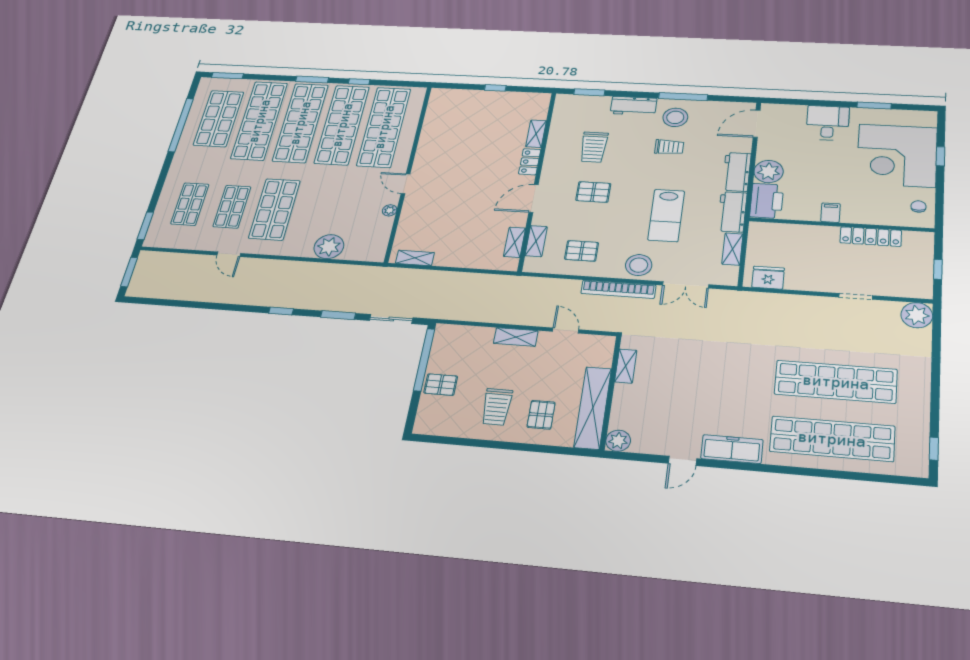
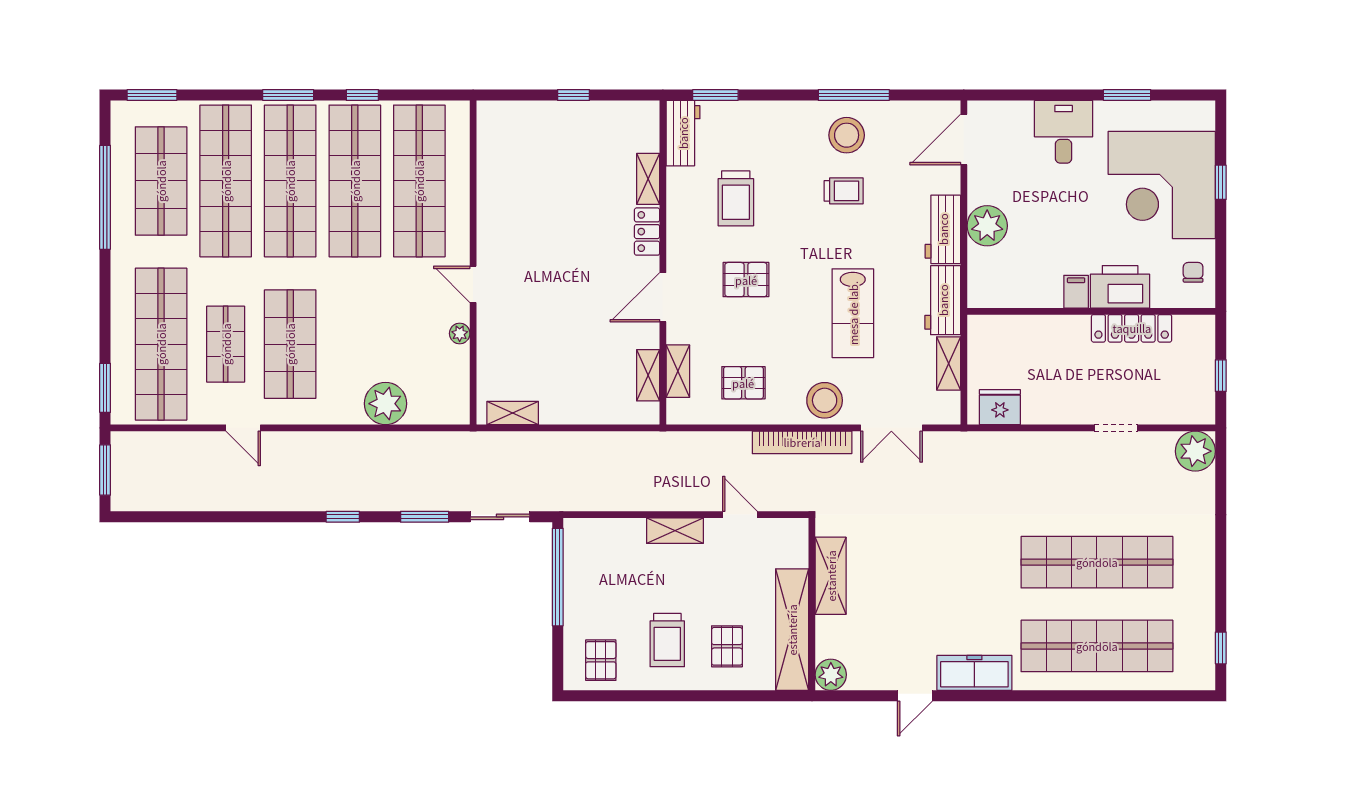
workbench: (634, 106) -> (683, 133), moved, turned -90
printer: (767, 201) -> (1120, 287), moved, turned -90
shop shelf: (190, 204) -> (161, 344), width x2.00, depth x1.36
shelving: (626, 366) -> (831, 576), width x1.50, depth x1.33
pallet: (441, 385) -> (601, 660), moved, turned 90

